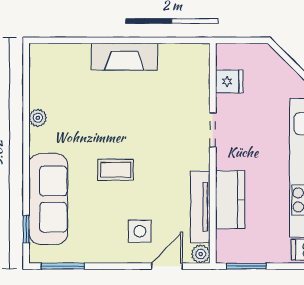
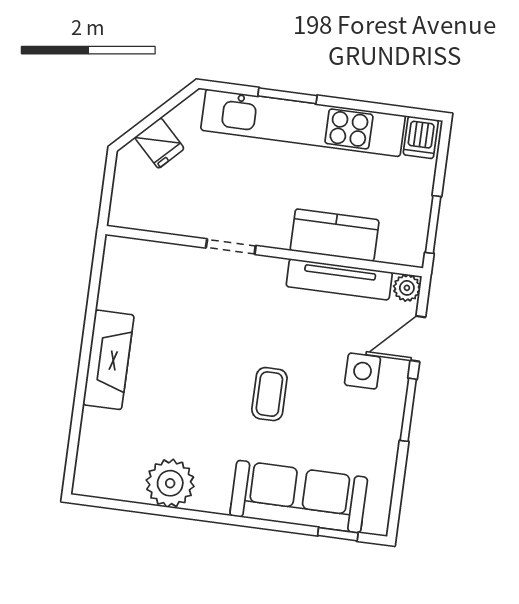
fridge: (229, 81) -> (159, 143), moved, turned 135
plant: (38, 118) -> (170, 483), width x1.87, depth x1.87
window: (63, 266) -> (408, 410), moved
door: (167, 266) -> (418, 339), hinge flipped

